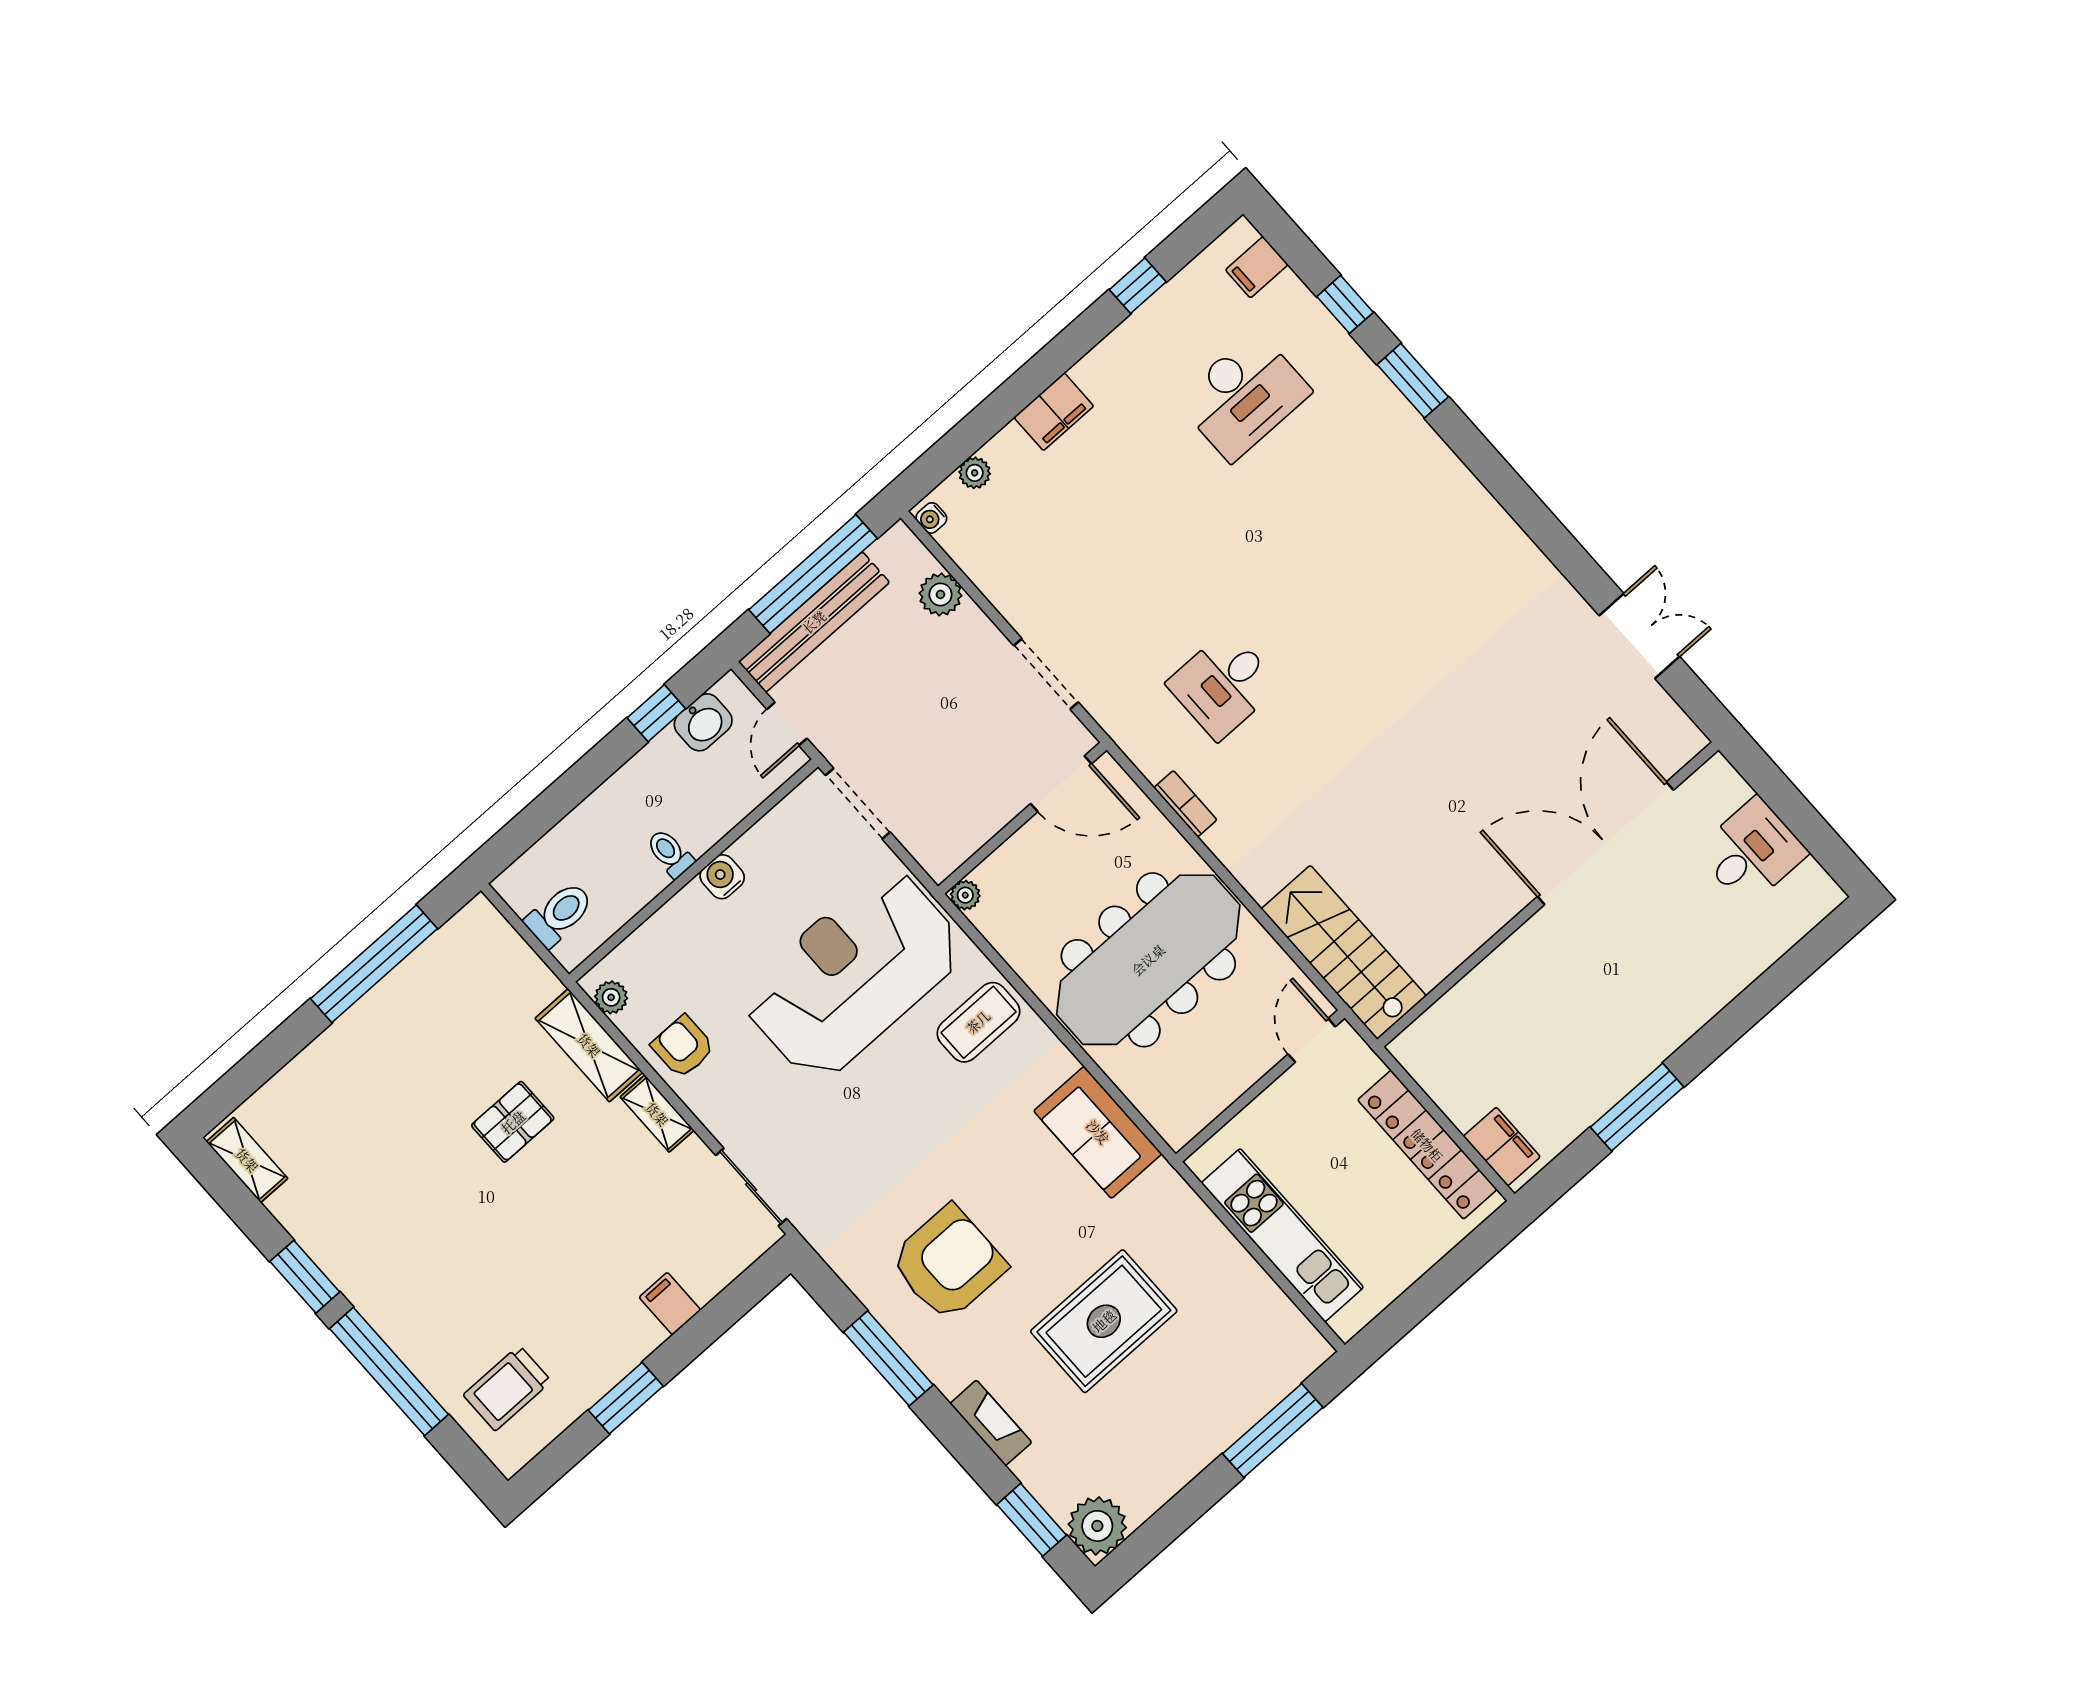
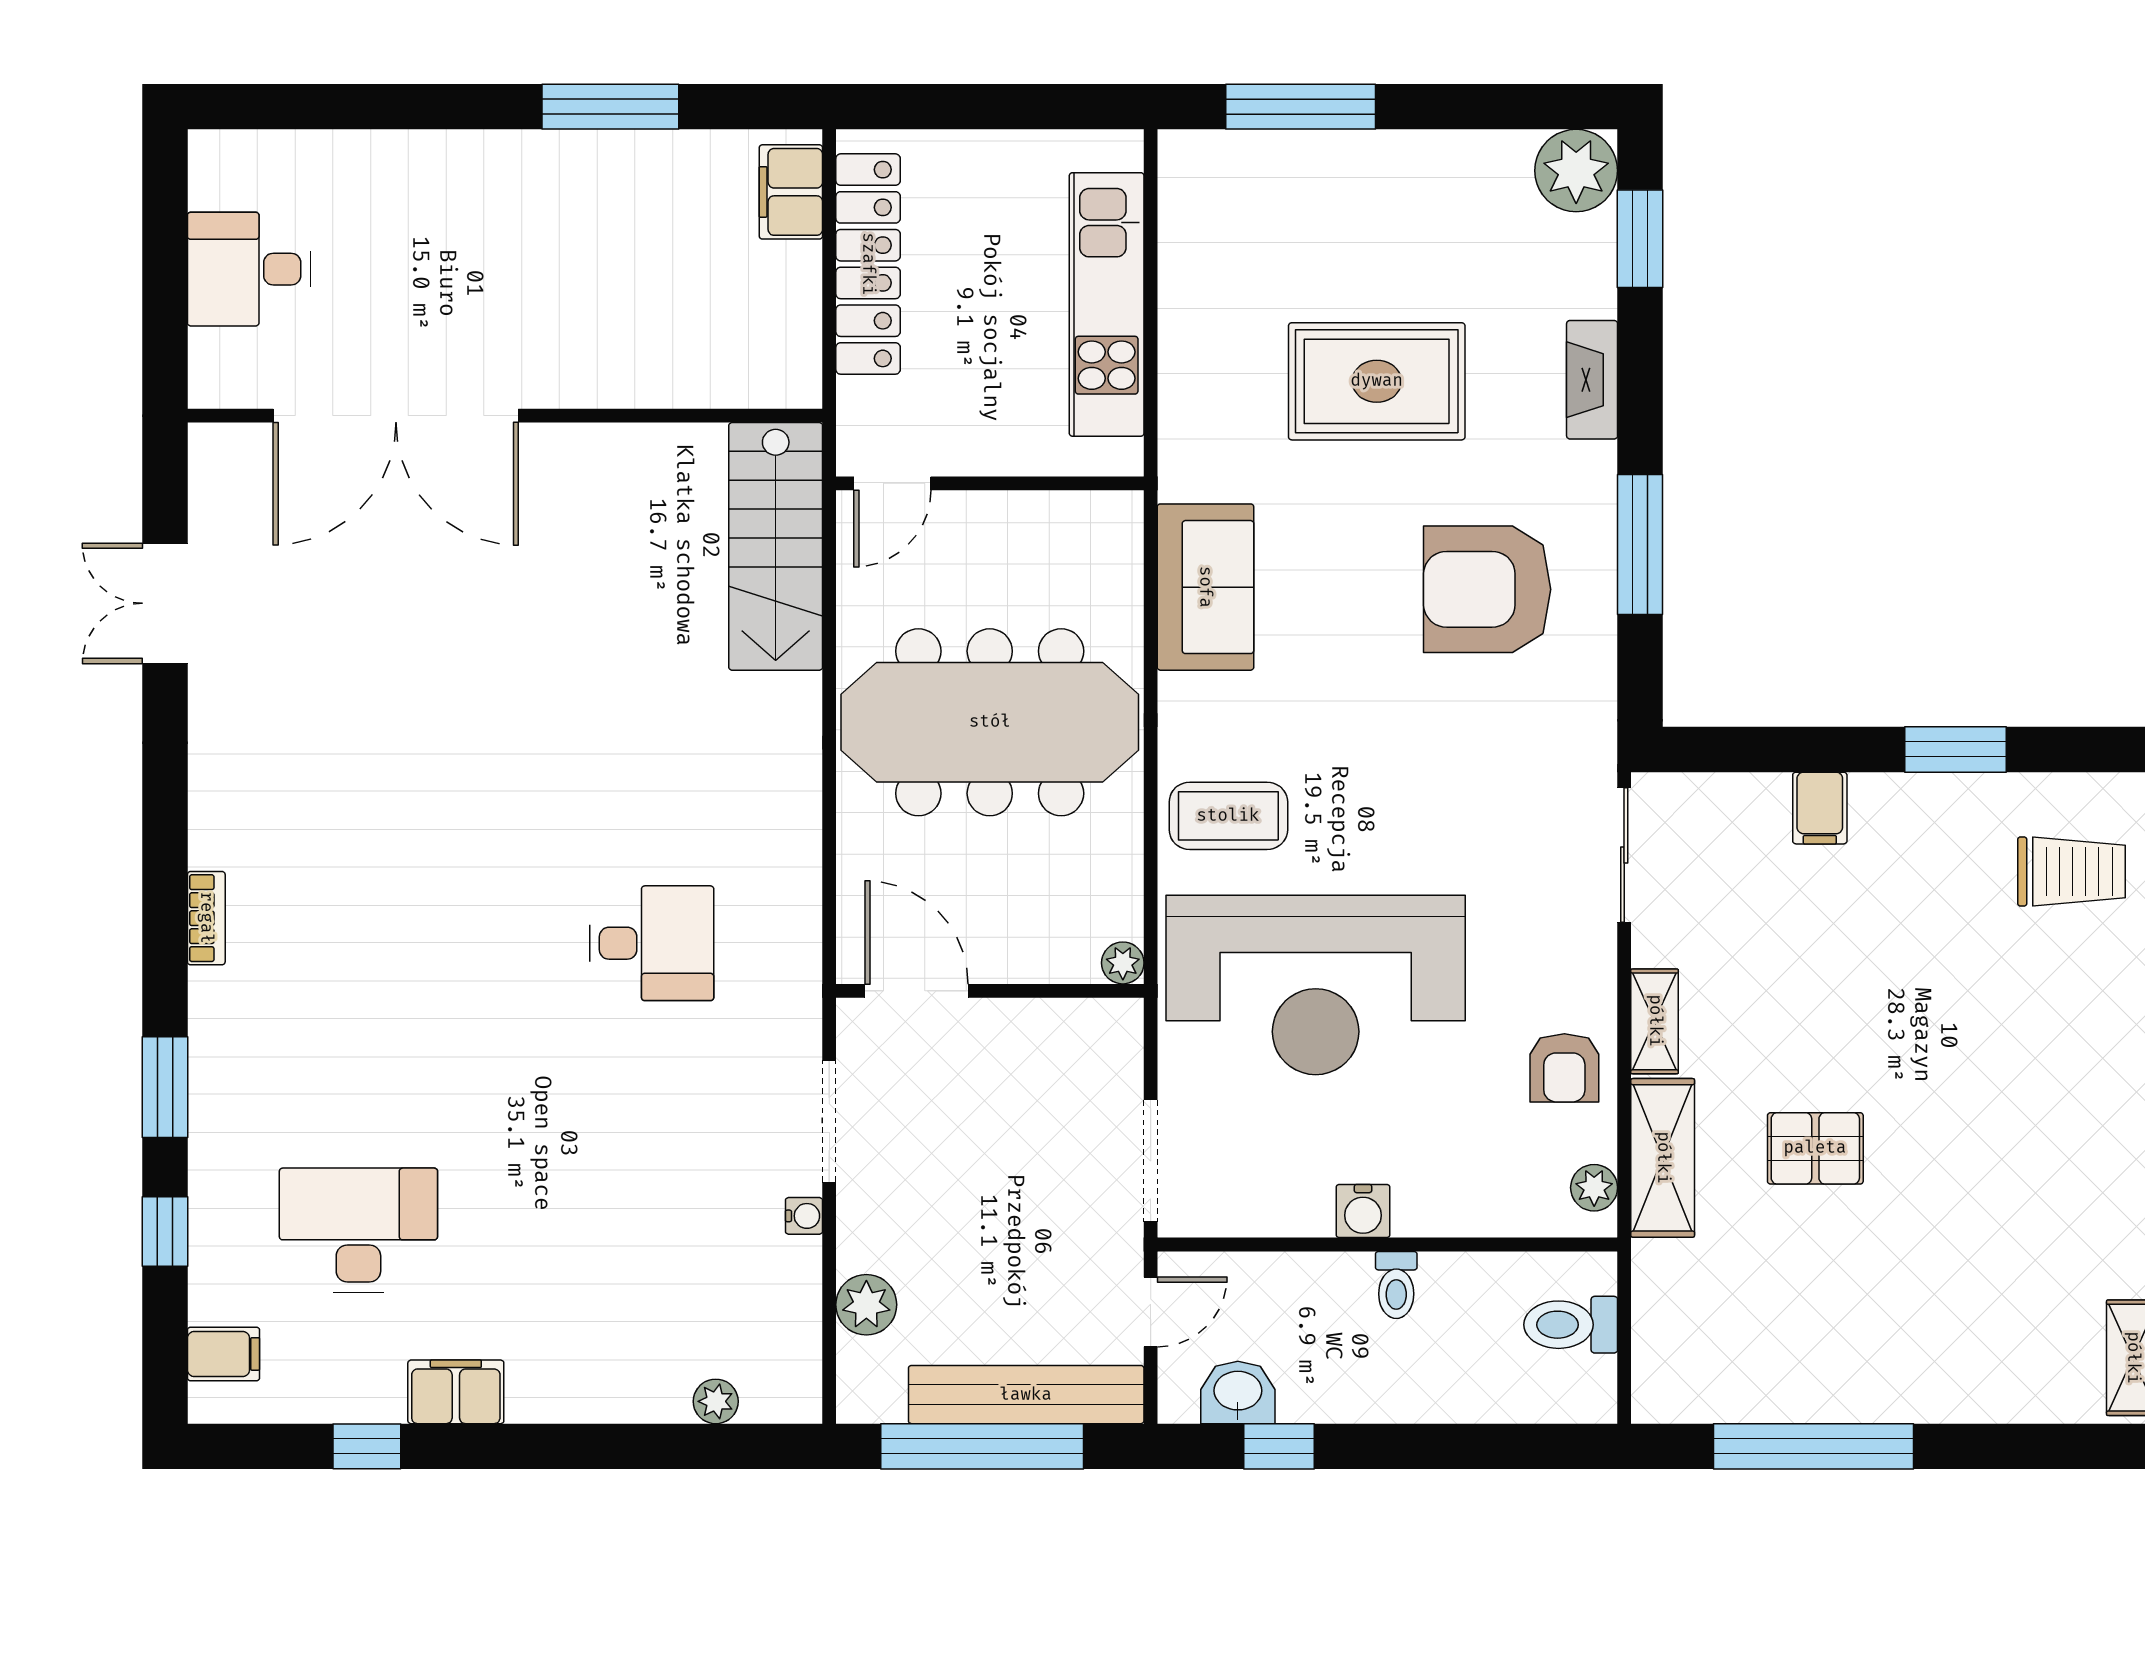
filing cabinet: (1054, 412) -> (456, 1392), moved
water cooler: (931, 518) -> (804, 1216), moved
bookcase: (1185, 804) -> (206, 918), moved, turned 180

